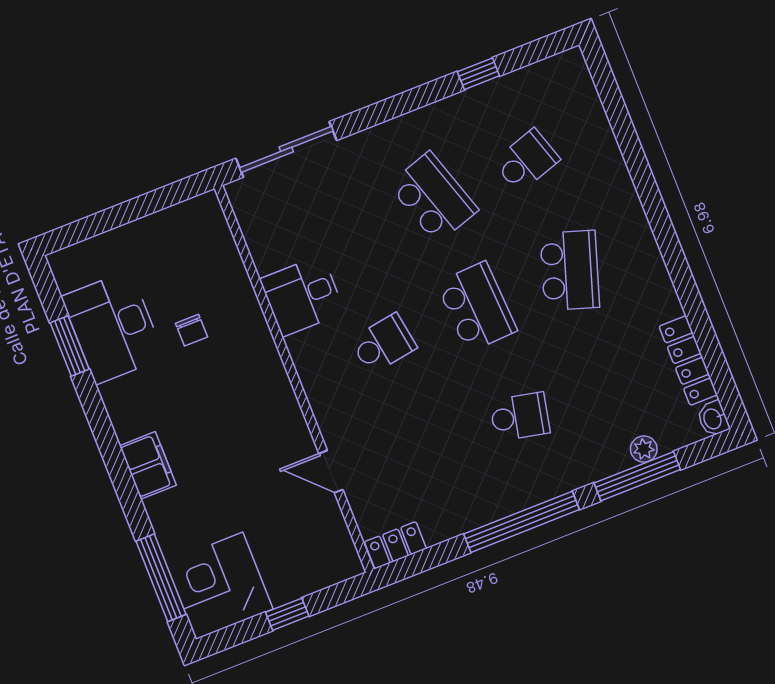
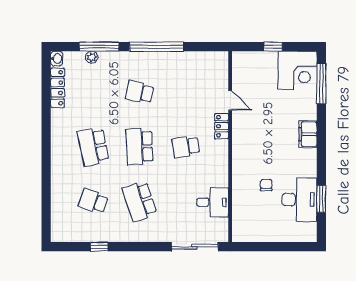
school desk: (527, 161) -> (93, 201), turned 36
school desk: (570, 270) -> (93, 147), turned -30
desk: (302, 296) -> (213, 202), moved
locker: (395, 545) -> (222, 126), moved, turned 90

